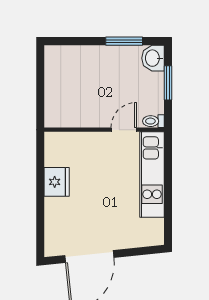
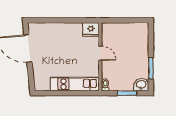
door: (124, 130) -> (100, 53), moved
fridge: (57, 182) -> (91, 30), moved

